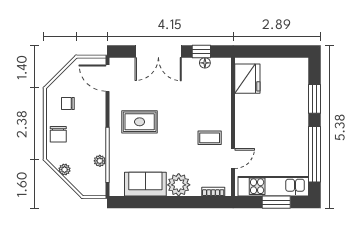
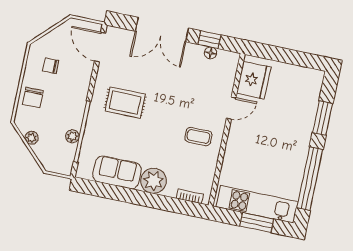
door: (233, 159) -> (231, 108), moved

